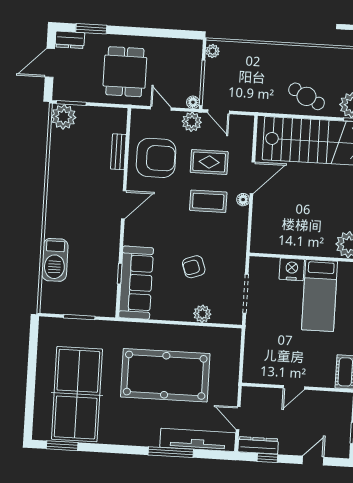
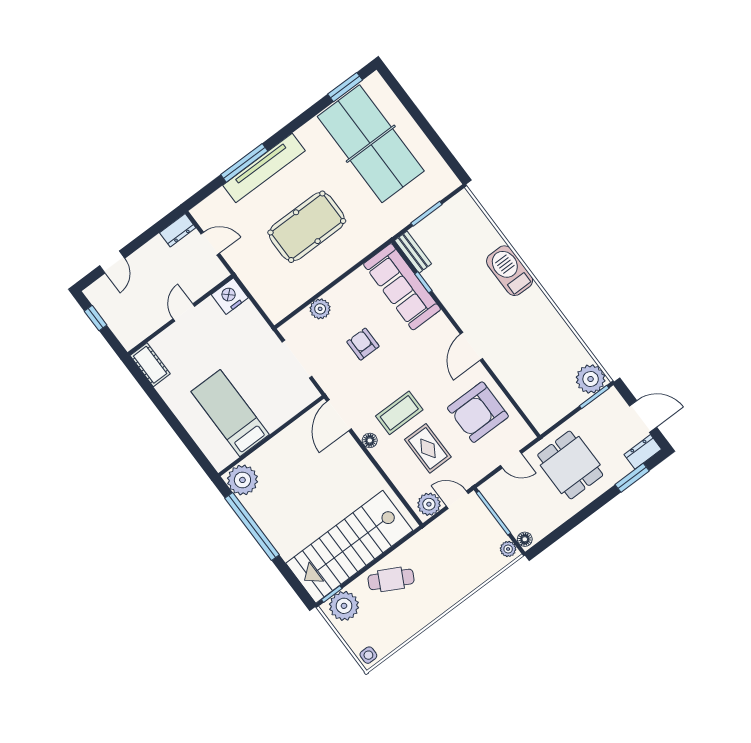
door: (50, 63) -> (643, 416), hinge flipped
floor lamp: (193, 102) -> (525, 539), moved
plant: (192, 122) -> (429, 504), moved
bench: (118, 152) -> (413, 252), moved
rug: (209, 162) -> (428, 448), turned 90
door: (252, 178) -> (339, 415), moved
barbecue: (55, 260) -> (510, 271), moved
armchair: (194, 267) -> (363, 344), turned -71
nightstand: (292, 269) -> (230, 296), moved, turned 180
pool table: (165, 375) -> (307, 227), width x0.73, depth x0.76
tv unit: (198, 440) -> (264, 168), moved
dresser: (258, 445) -> (178, 230), width x0.70
window: (267, 458) -> (154, 230), removed

